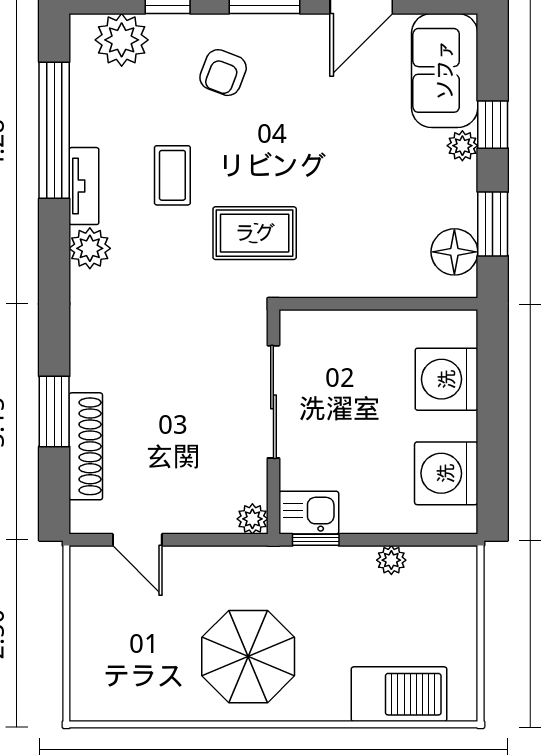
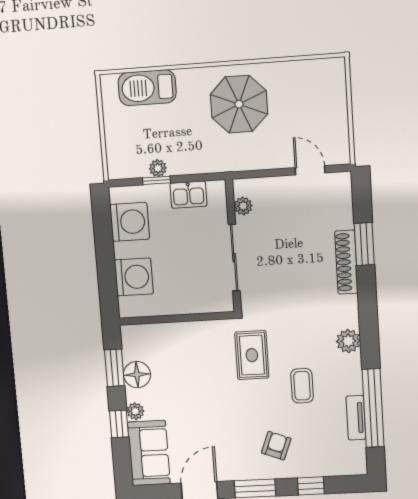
plant: (122, 40) -> (336, 461), removed
tv unit: (84, 186) -> (356, 418), moved
rug: (255, 233) -> (252, 355), turned 90
floor lamp: (454, 252) -> (137, 375), moved
shoe rack: (86, 446) -> (346, 262), moved
kitchen sink: (309, 513) -> (188, 195), moved
plant: (252, 519) -> (243, 206), moved
window: (316, 540) -> (156, 180), moved

